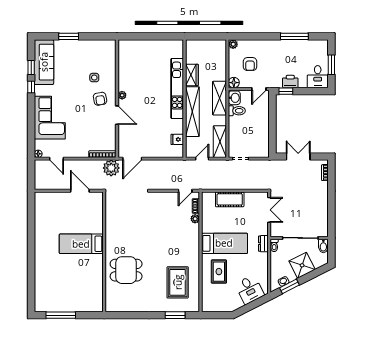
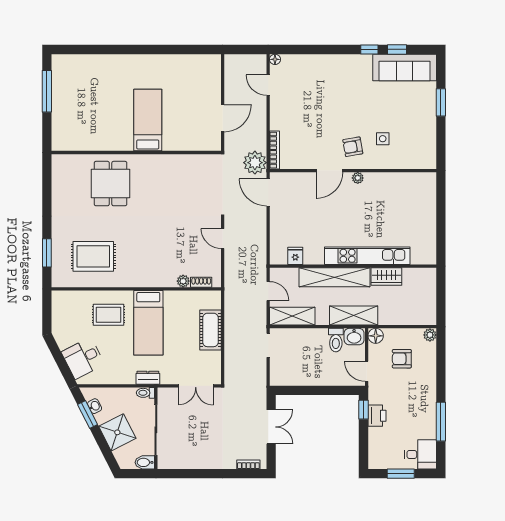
desk: (318, 77) -> (420, 454), moved, turned 180
corner sofa: (50, 118) -> (326, 76), removed
door: (56, 159) -> (268, 85), hinge flipped
door: (185, 191) -> (223, 239), moved

